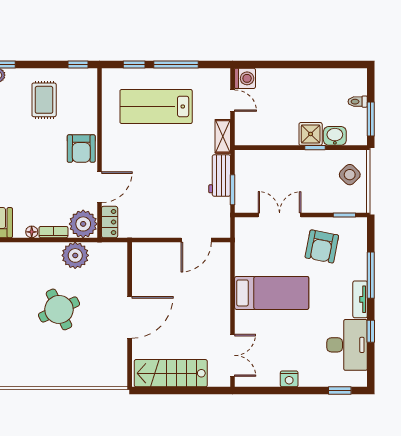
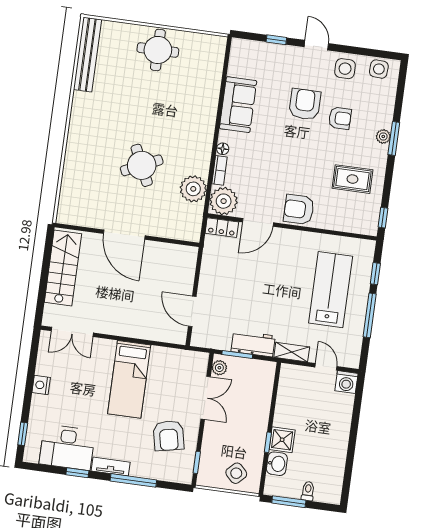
door: (233, 101) -> (326, 367), swing flipped
door: (99, 187) -> (258, 222), hinge flipped
plant: (248, 206) -> (219, 368), added
armchair: (322, 246) -> (169, 436), turned -113

